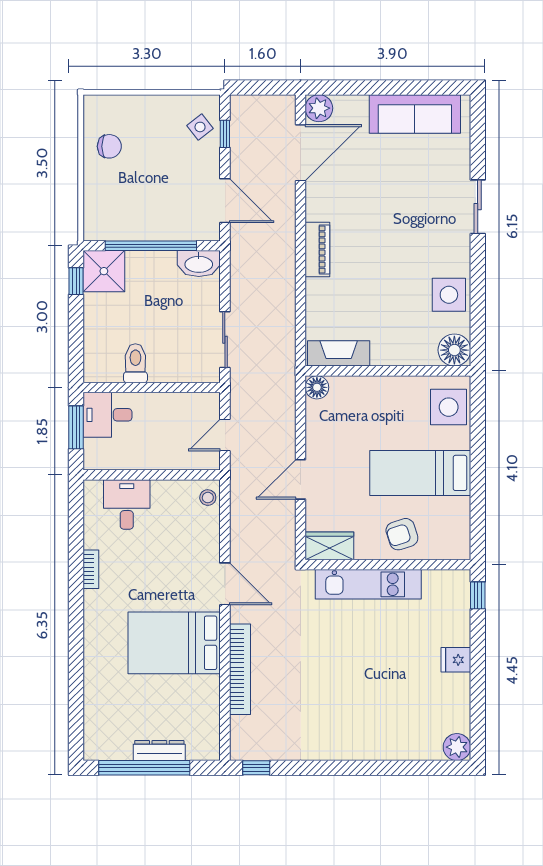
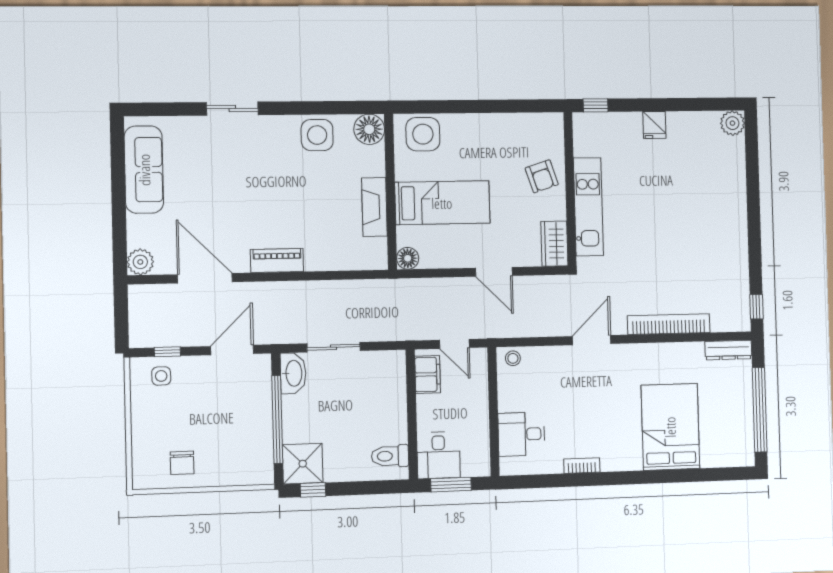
side table: (200, 127) -> (161, 376), turned 37
chair: (109, 146) -> (182, 463), turned 180
door: (301, 153) -> (205, 278), moved
sliding door: (225, 340) -> (333, 347), moved
fireplace: (339, 353) -> (374, 207), moved
toilet: (135, 363) -> (390, 456), moved
filing cabinet: (193, 405) -> (428, 374), added
bed: (420, 473) -> (442, 203), moved, turned -90
bed: (174, 643) -> (670, 427), moved, turned 180
dresser: (159, 751) -> (728, 350), moved, turned -90

